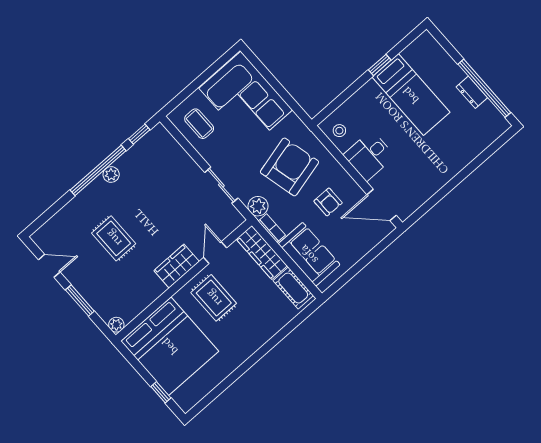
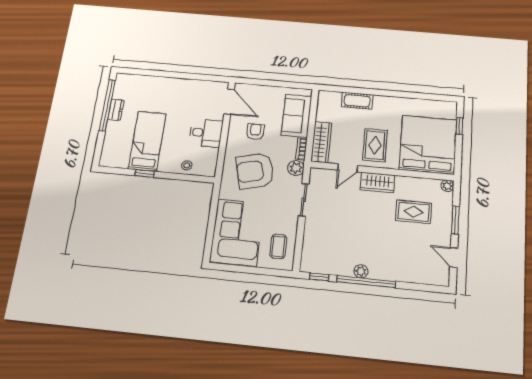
stool: (339, 131) -> (187, 165), moved
rug: (114, 238) -> (414, 212), moved, turned 90
cot: (293, 288) -> (357, 101), moved, turned 90

